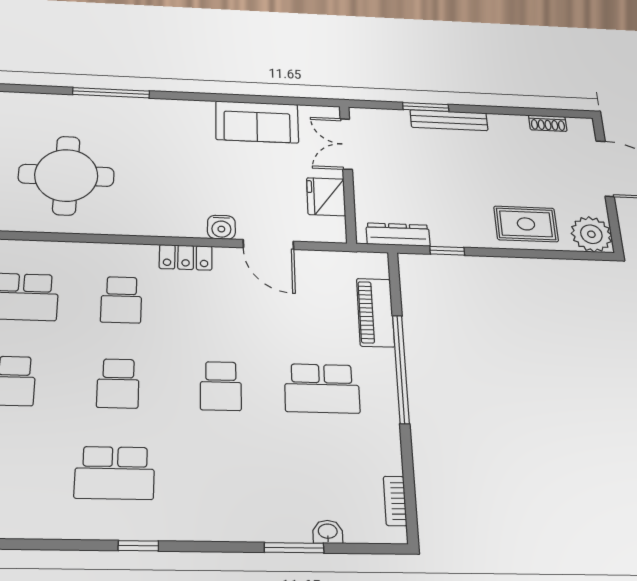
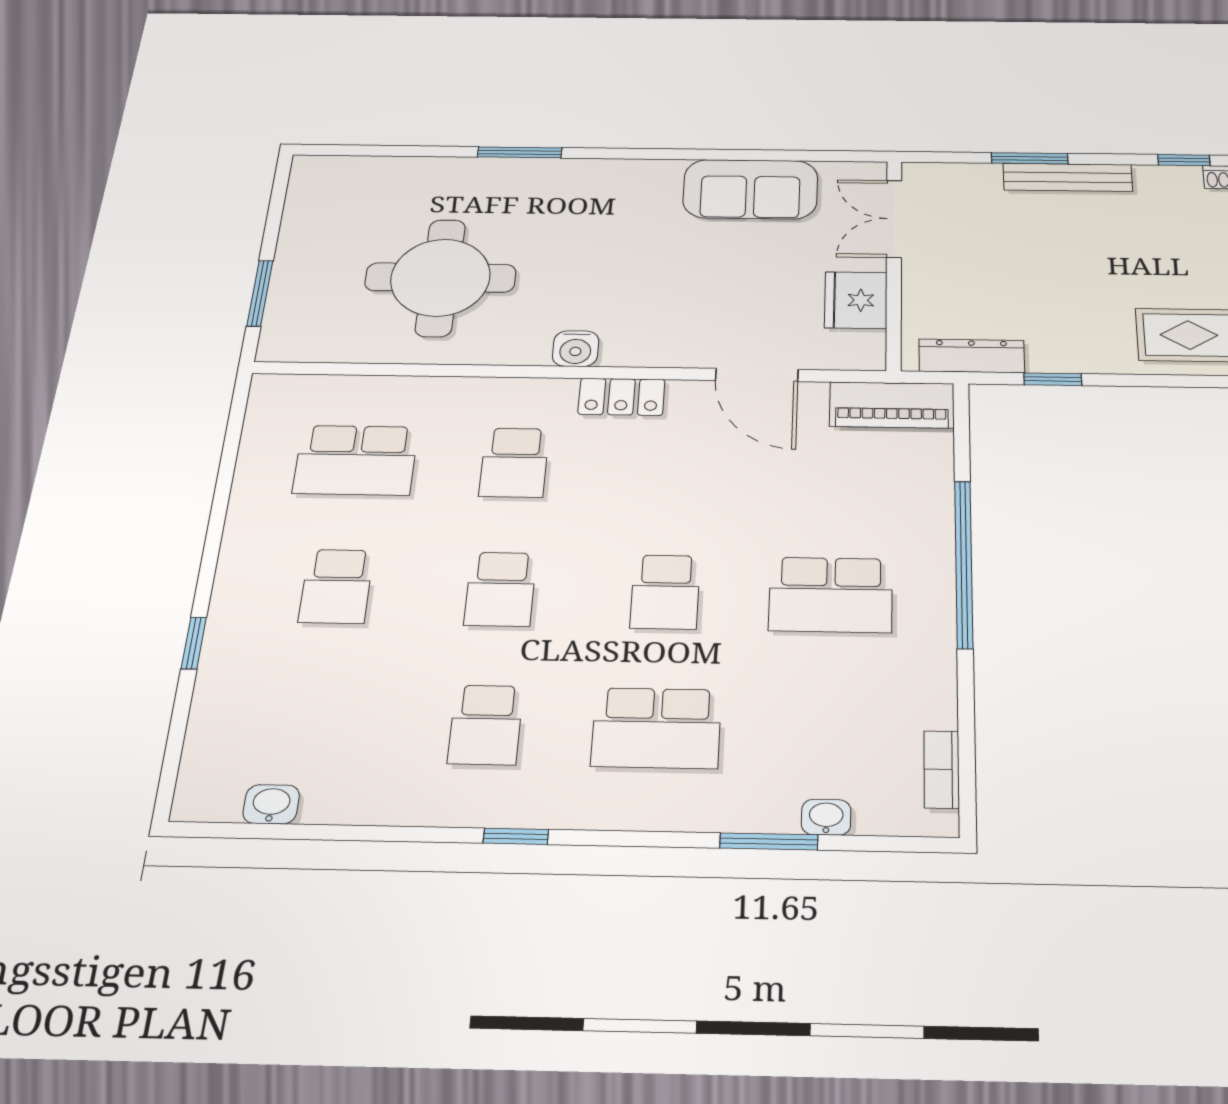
window: (111, 93) -> (520, 152), width x0.69
window: (517, 111) -> (1184, 160), added
water cooler: (221, 227) -> (576, 349), moved
piano: (375, 312) -> (892, 405), moved, turned -90
school desk: (115, 473) -> (486, 725), width x0.54
school desk: (221, 475) -> (656, 728), added

